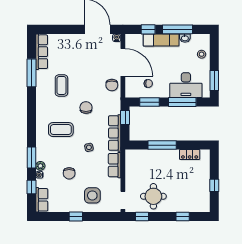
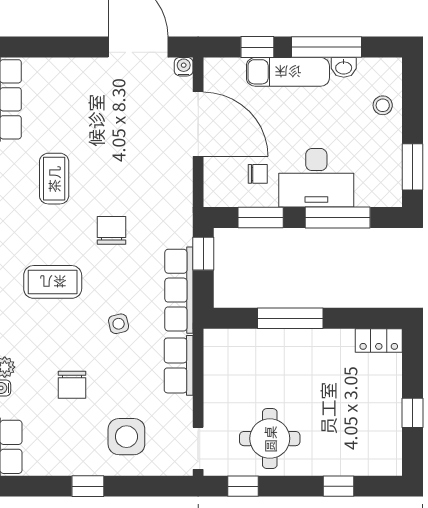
chair: (112, 85) -> (172, 178), removed
desk: (186, 85) -> (316, 178), moved
locker: (190, 154) -> (379, 340), moved

